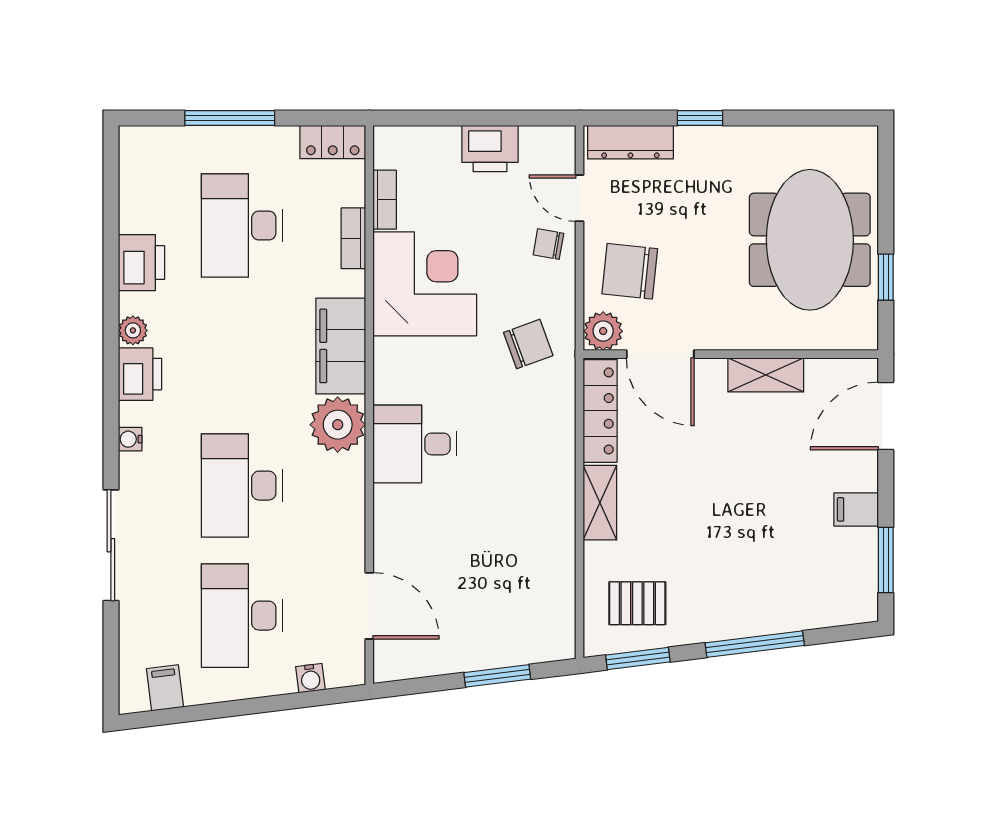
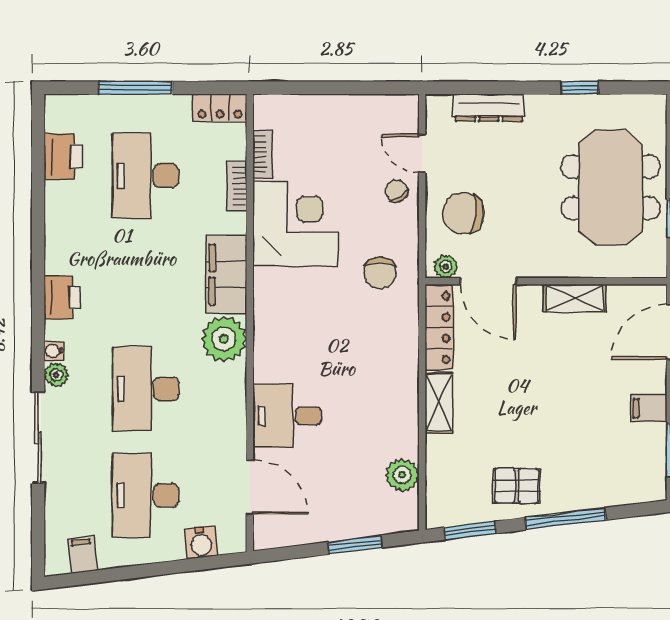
window: (700, 118) -> (580, 88), moved
dresser: (630, 142) -> (489, 108), moved
printer: (490, 149) -> (349, 113), removed
chair: (548, 244) -> (397, 191), turned 48
printer: (141, 263) -> (63, 157), moved
plant: (133, 330) -> (56, 375), moved
plant: (603, 331) -> (446, 267), width x0.73, depth x0.73
chair: (528, 344) -> (380, 273), turned 110
desk: (415, 444) -> (287, 416), moved
plant: (555, 591) -> (402, 475), added
pallet: (637, 603) -> (517, 486), moved
water cooler: (310, 678) -> (201, 542), width x1.38, depth x1.38

